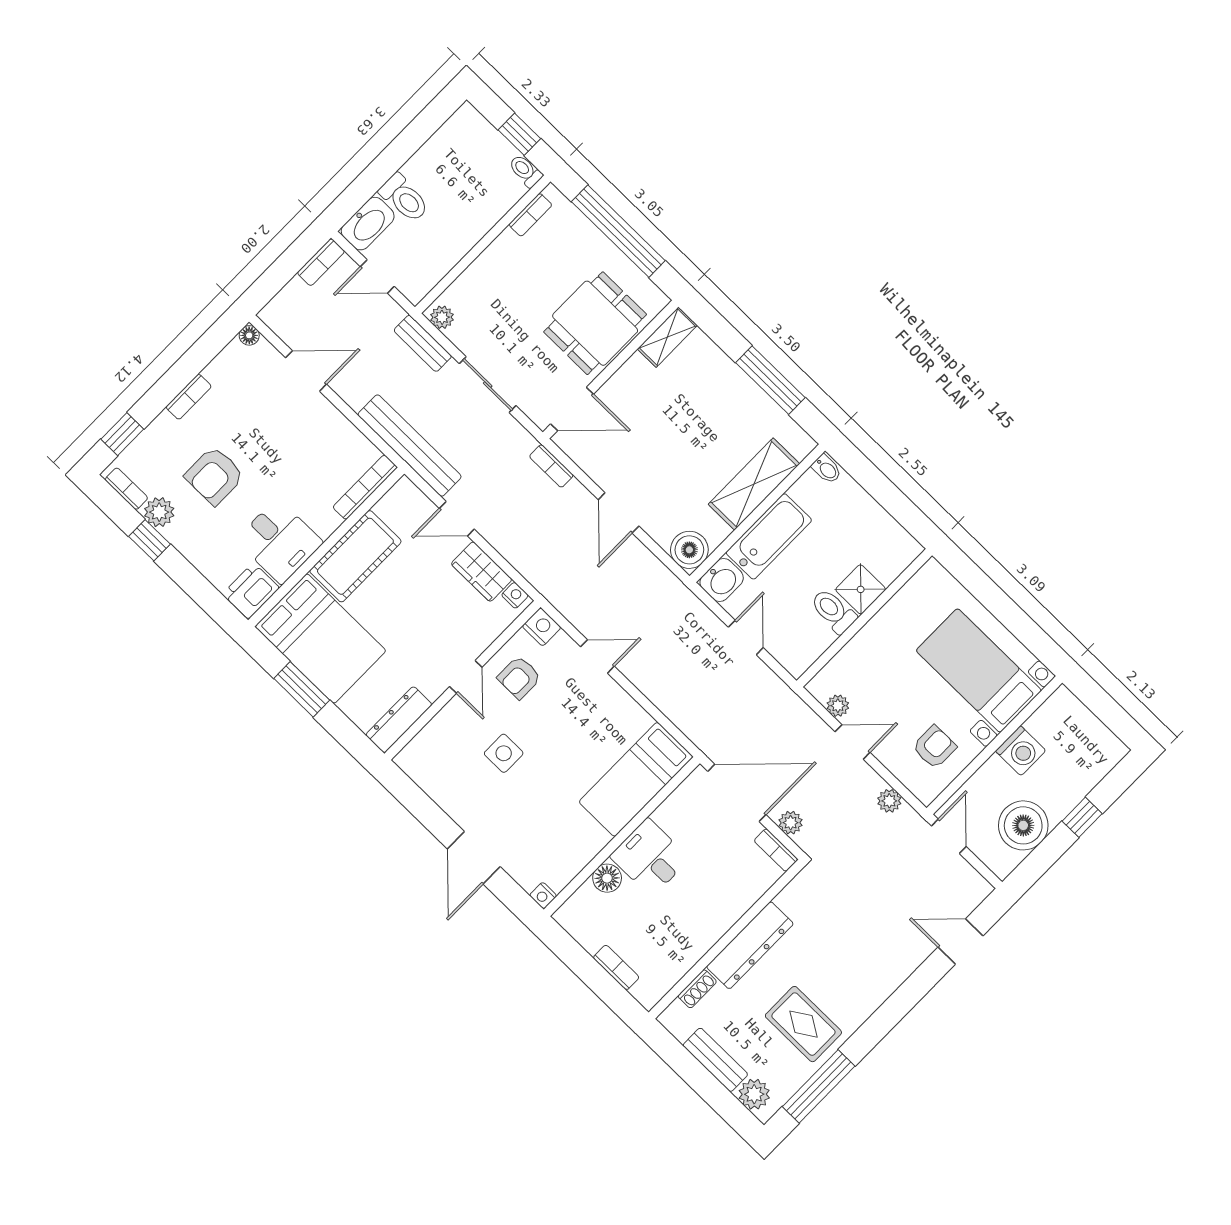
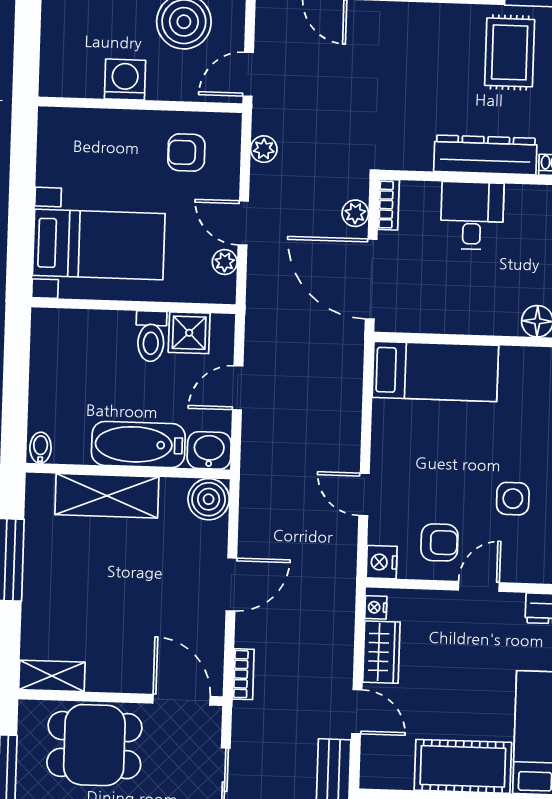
shower: (861, 589) -> (189, 333), moved
bed with nightstands: (979, 671) -> (99, 245), moved, turned -90
desk: (650, 857) -> (472, 216), moved, turned 180

